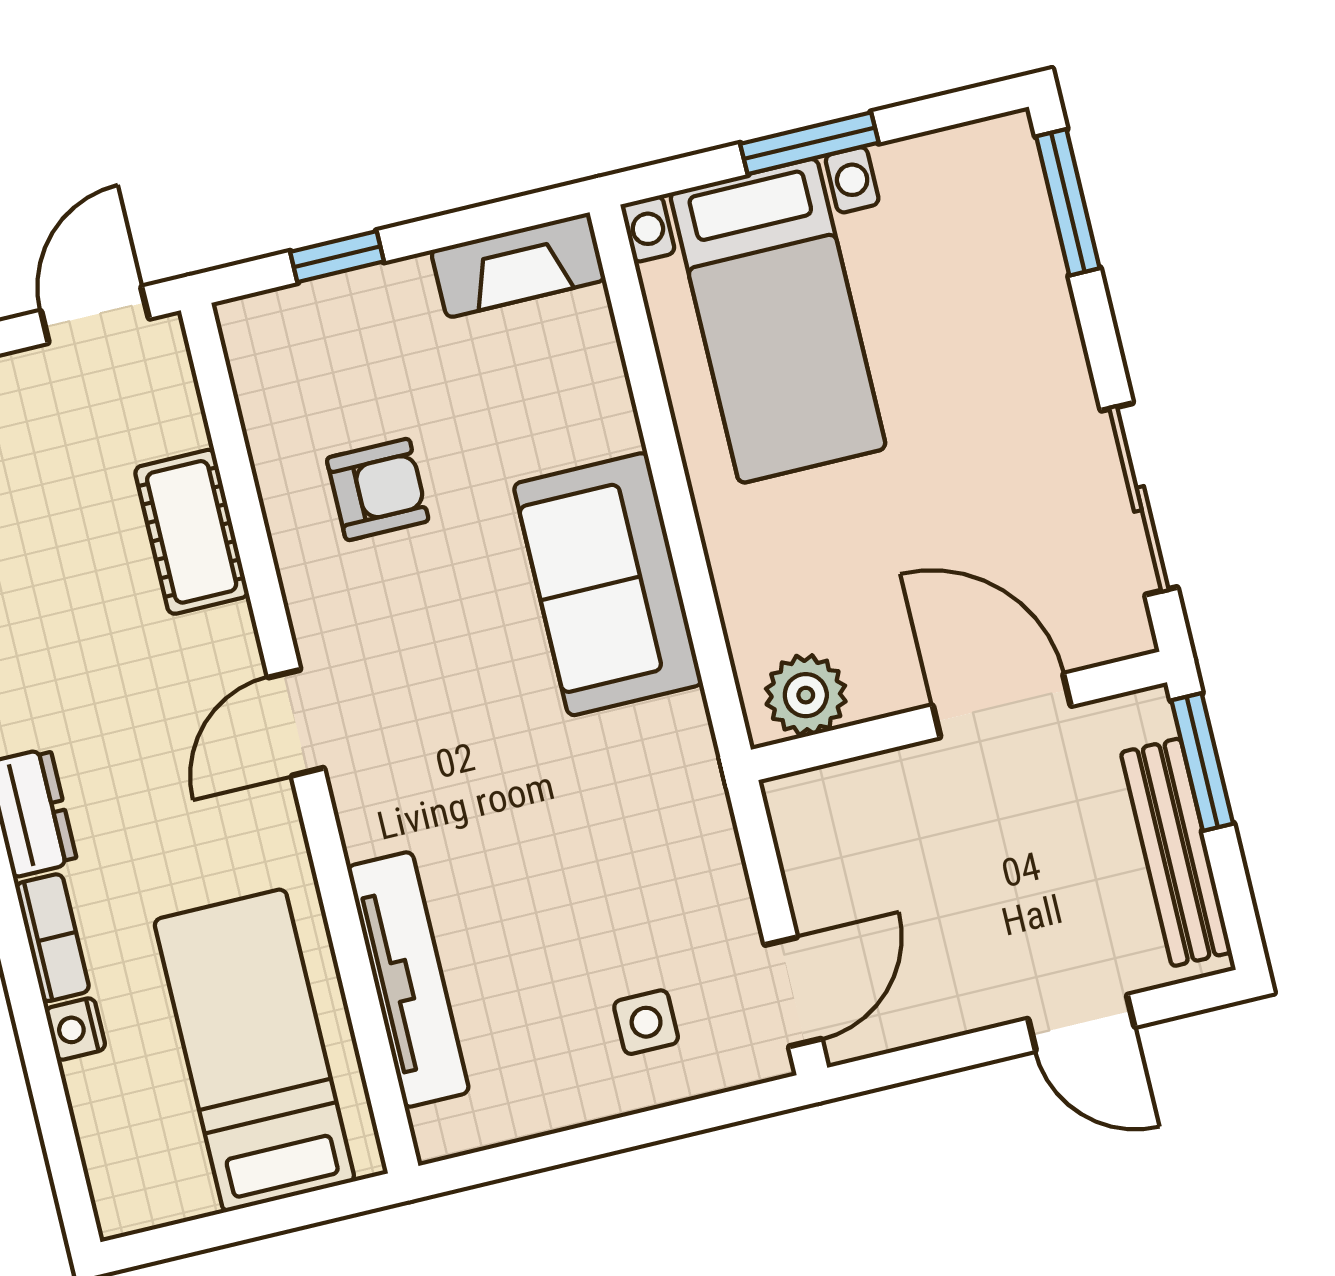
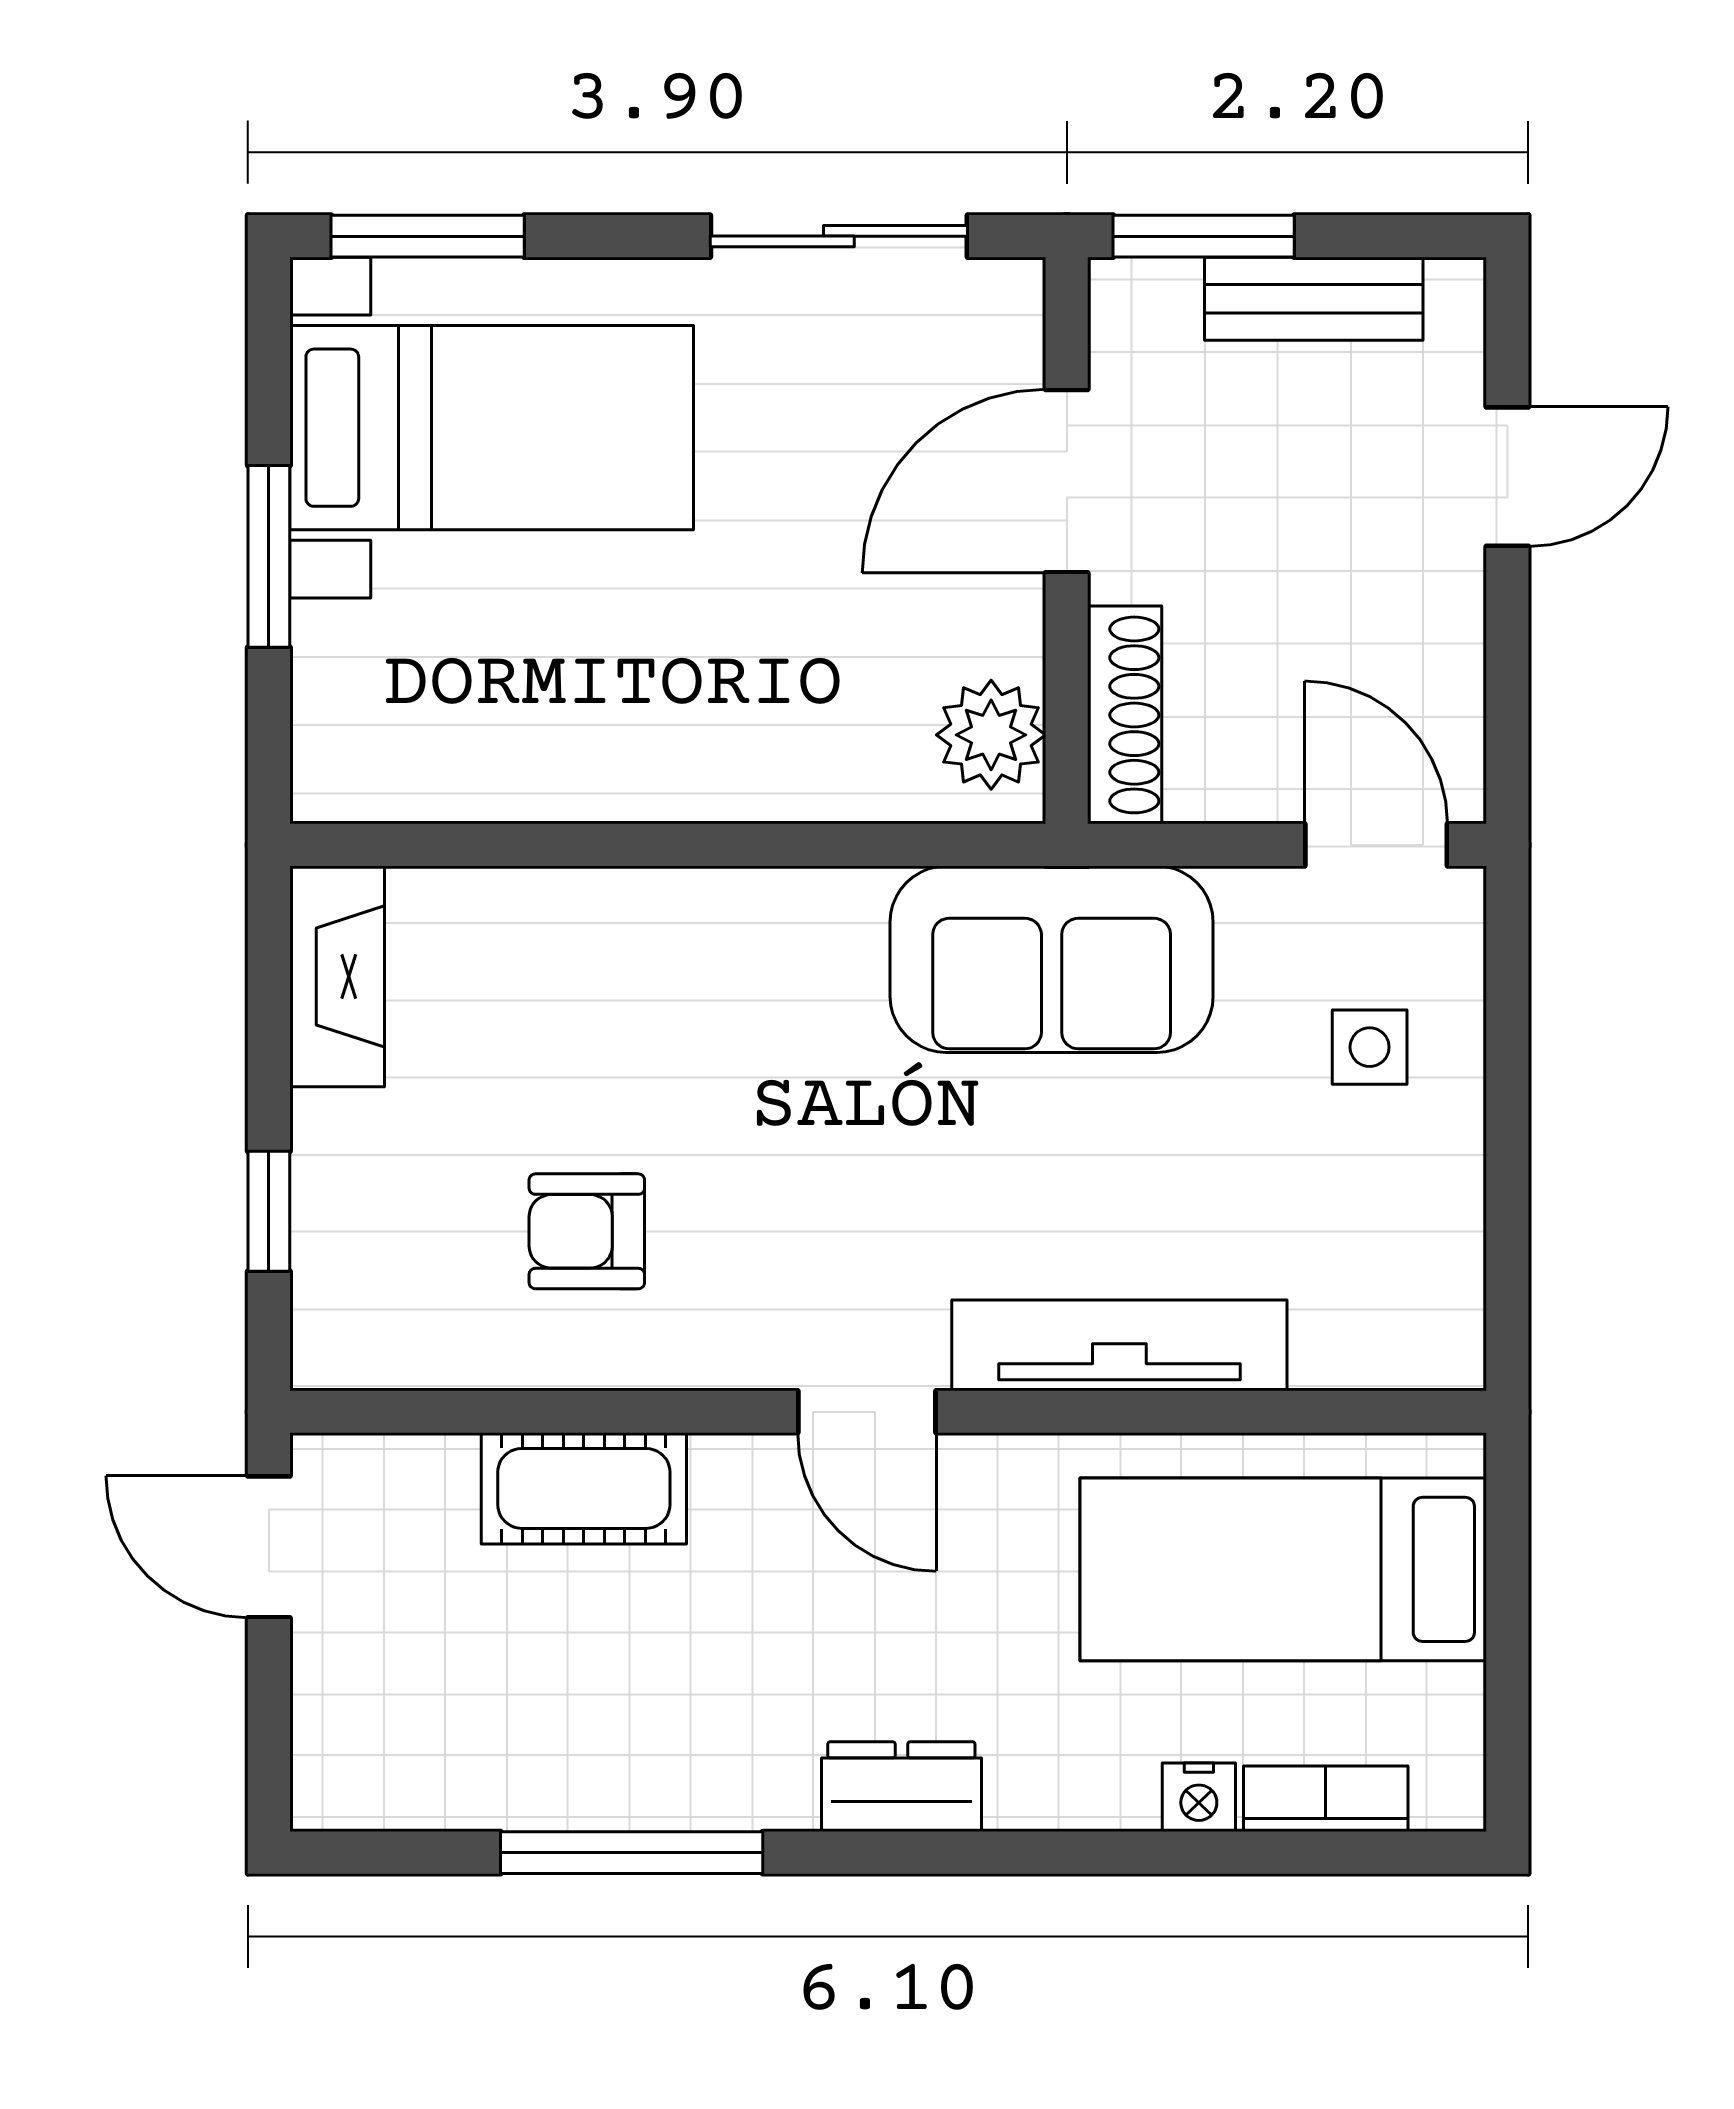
bed with nightstands: (778, 321) -> (492, 428), moved
armchair: (378, 489) -> (587, 1231), turned -90
sofa: (608, 584) -> (1052, 959), moved
shoe rack: (843, 788) -> (1125, 715), added
bench: (1176, 852) -> (1314, 299), width x0.73
bookcase: (52, 938) -> (1326, 1799), moved
tv unit: (408, 979) -> (1119, 1345), moved

